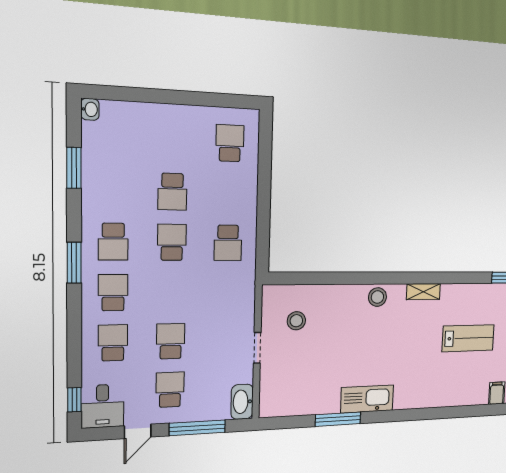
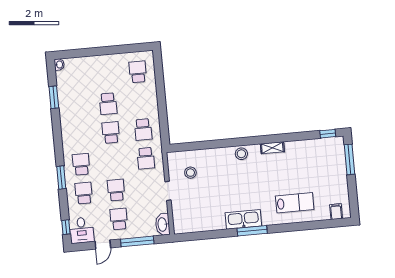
school desk: (113, 242) -> (146, 158), moved
window: (74, 263) -> (61, 177), moved
lab bench: (468, 338) -> (295, 203), moved
window: (338, 419) -> (252, 231), moved

